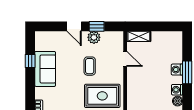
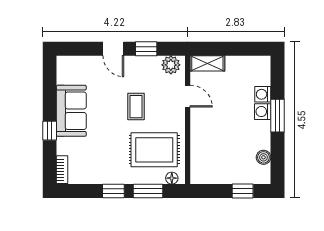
plant: (94, 37) -> (171, 65), moved
window: (30, 61) -> (50, 131), moved
washing machine: (177, 90) -> (263, 94), moved

